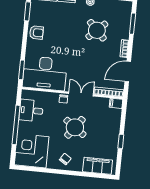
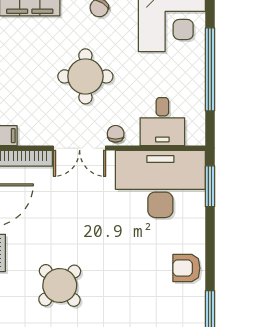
desk: (31, 110) -> (162, 122), moved, turned 90
round table: (75, 127) -> (85, 76), turned -36

